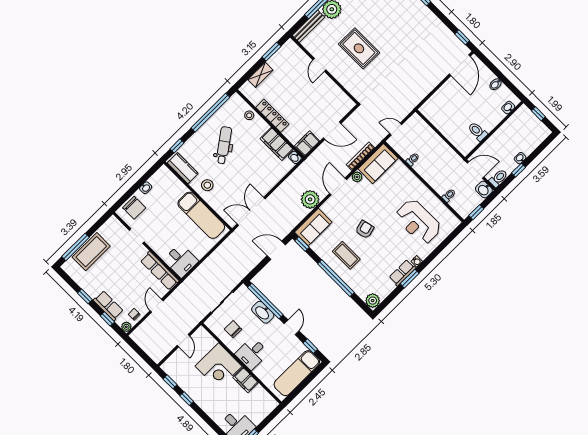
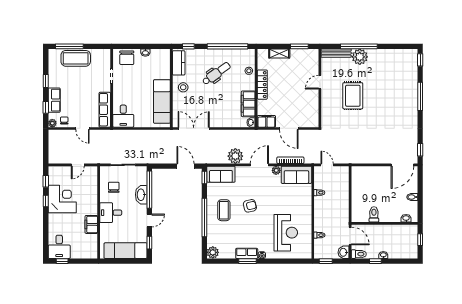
reception desk: (418, 222) -> (286, 233), turned 180
door: (157, 306) -> (82, 128), swing flipped
corner desk: (219, 366) -> (62, 199), moved, turned 180

